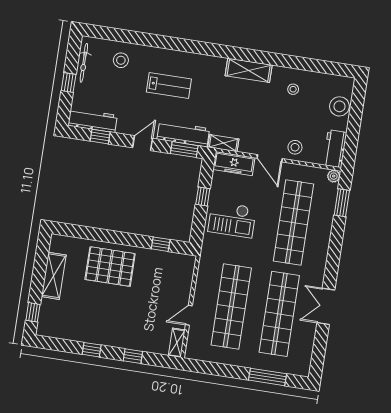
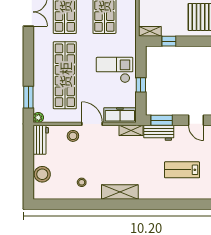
workbench: (183, 134) -> (159, 133), width x0.73
door: (143, 143) -> (196, 120), hinge flipped
shelving: (182, 260) -> (150, 31), added

